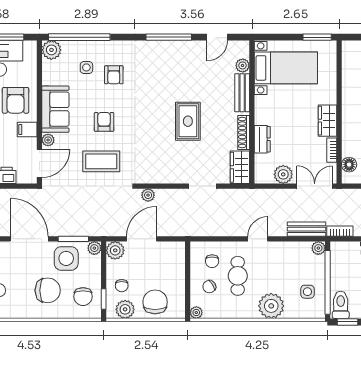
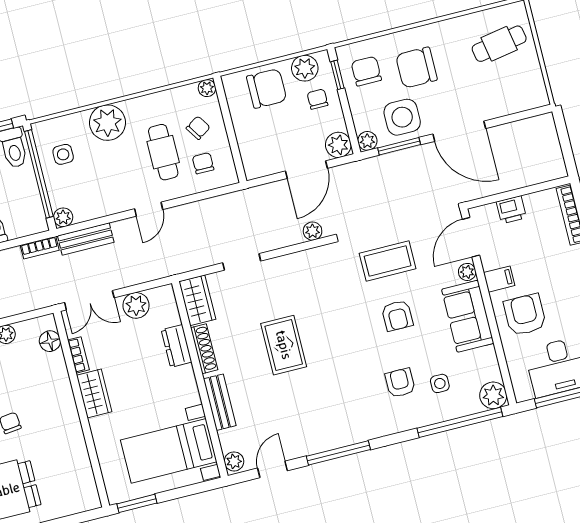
plant: (243, 65) -> (234, 461), moved
chair: (155, 302) -> (267, 88), turned -90

